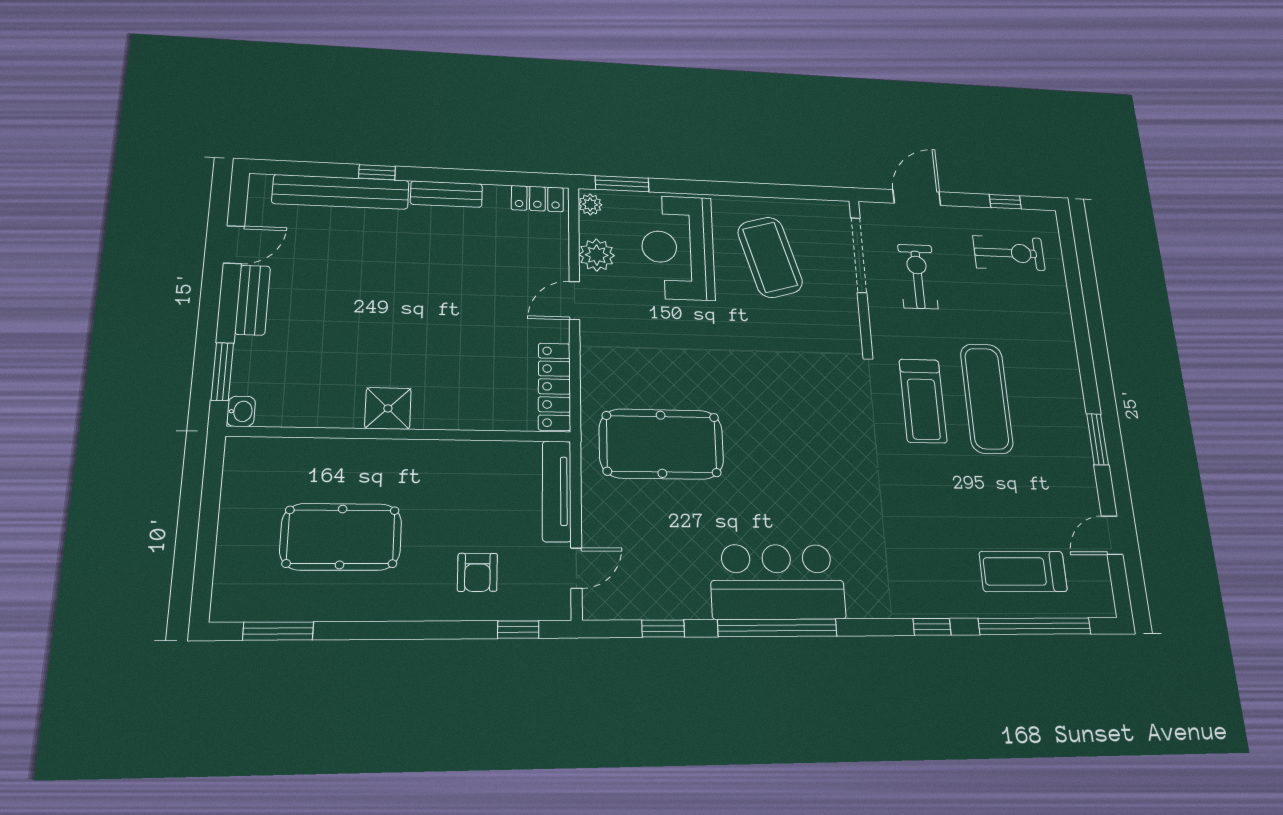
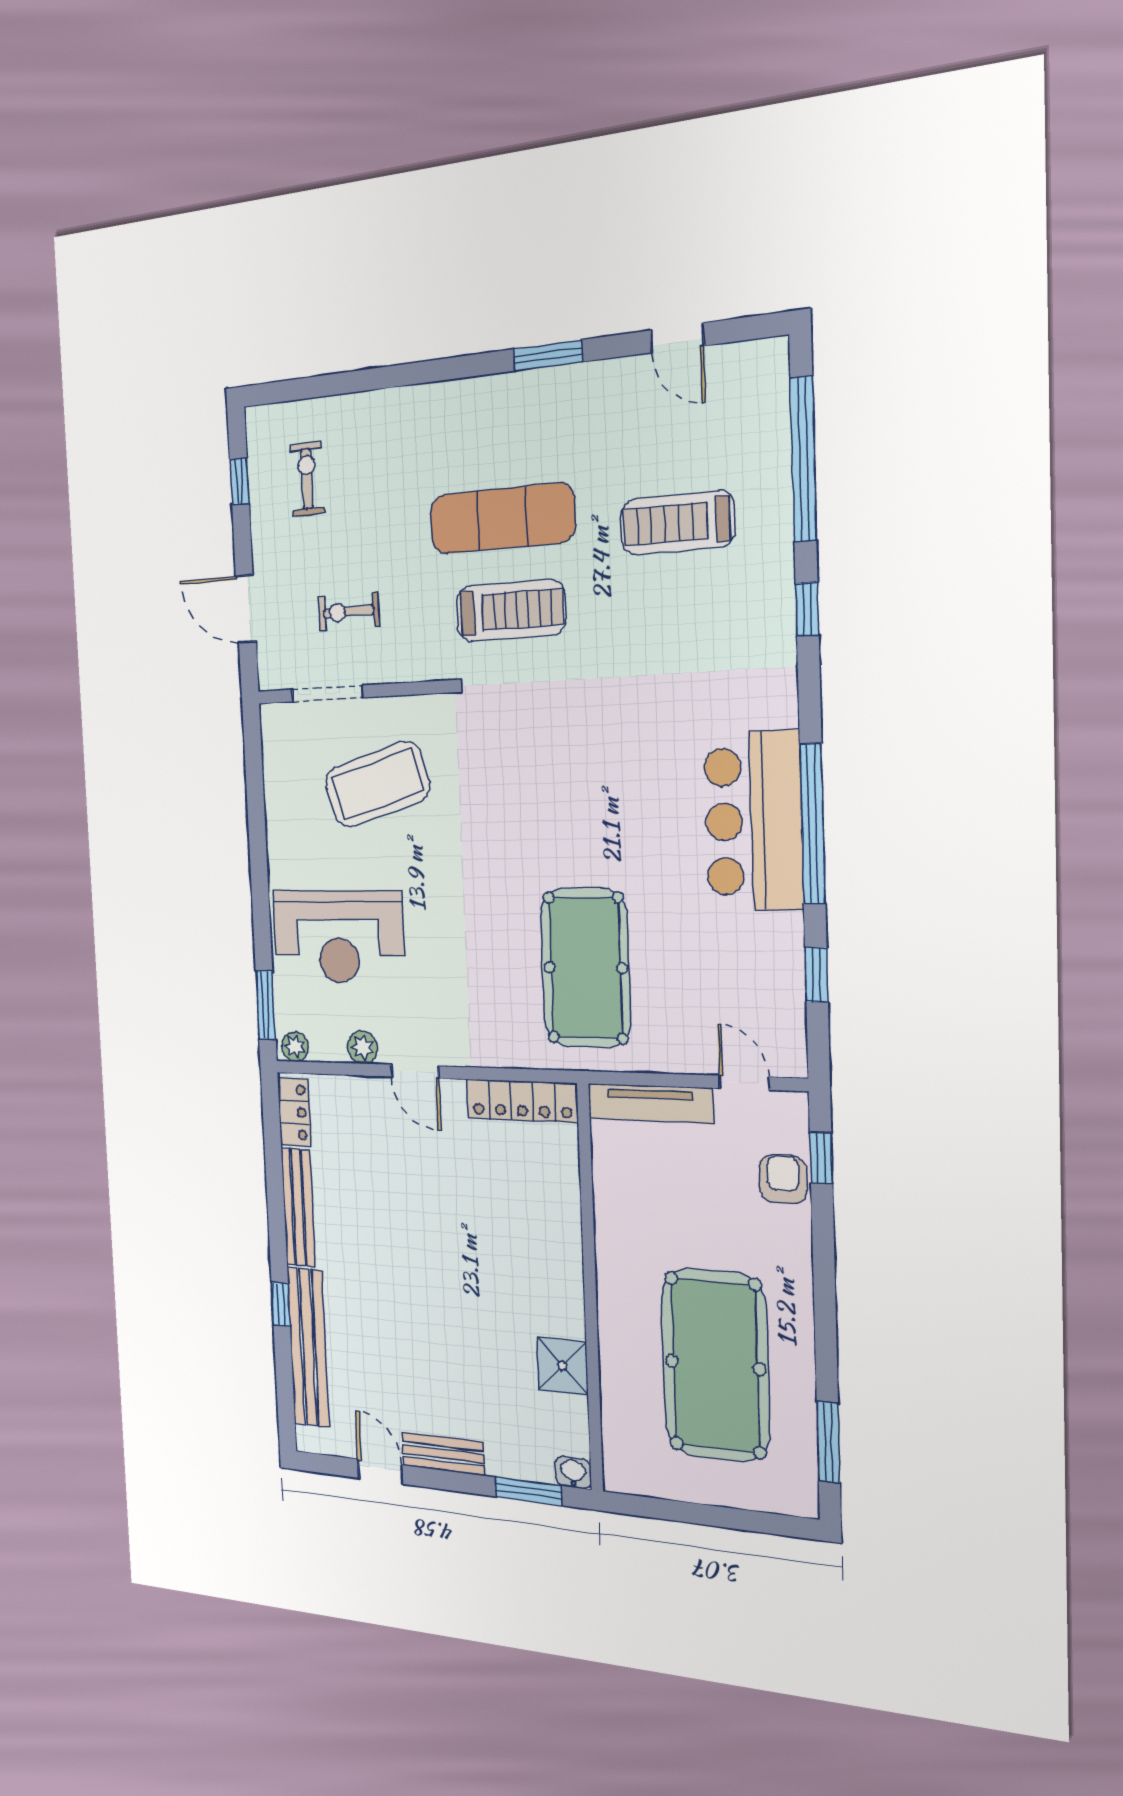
bench: (446, 194) -> (298, 1207), width x1.36
exercise bike: (1009, 253) -> (307, 479), width x0.73, depth x0.72
plant: (597, 255) -> (362, 1047), width x0.73, depth x0.73
doorway: (859, 255) -> (328, 694), width x0.73
coffee table: (770, 257) -> (377, 784), moved
exercise bike: (918, 276) -> (349, 612), width x0.73, depth x0.72
shower: (388, 408) -> (563, 1366), moved
pool table: (341, 537) -> (715, 1365), width x1.36, depth x1.32
treadmill: (1023, 571) -> (677, 523), moved, turned 90
armchair: (477, 572) -> (783, 1179), moved, turned -90

